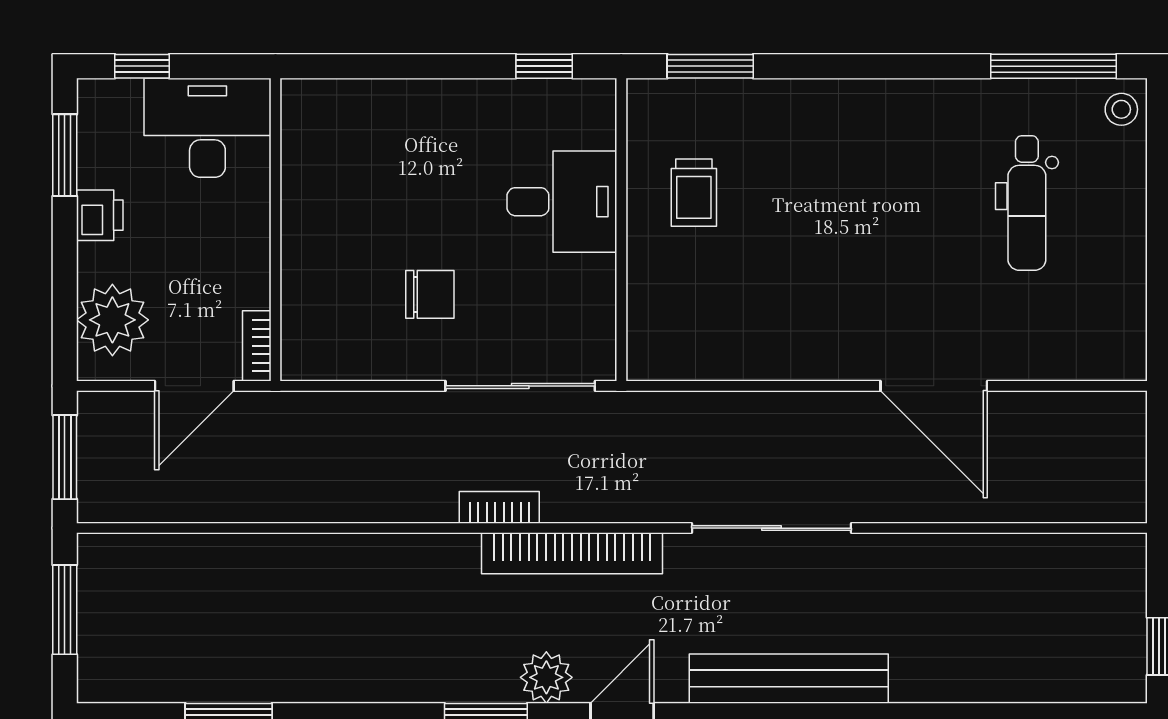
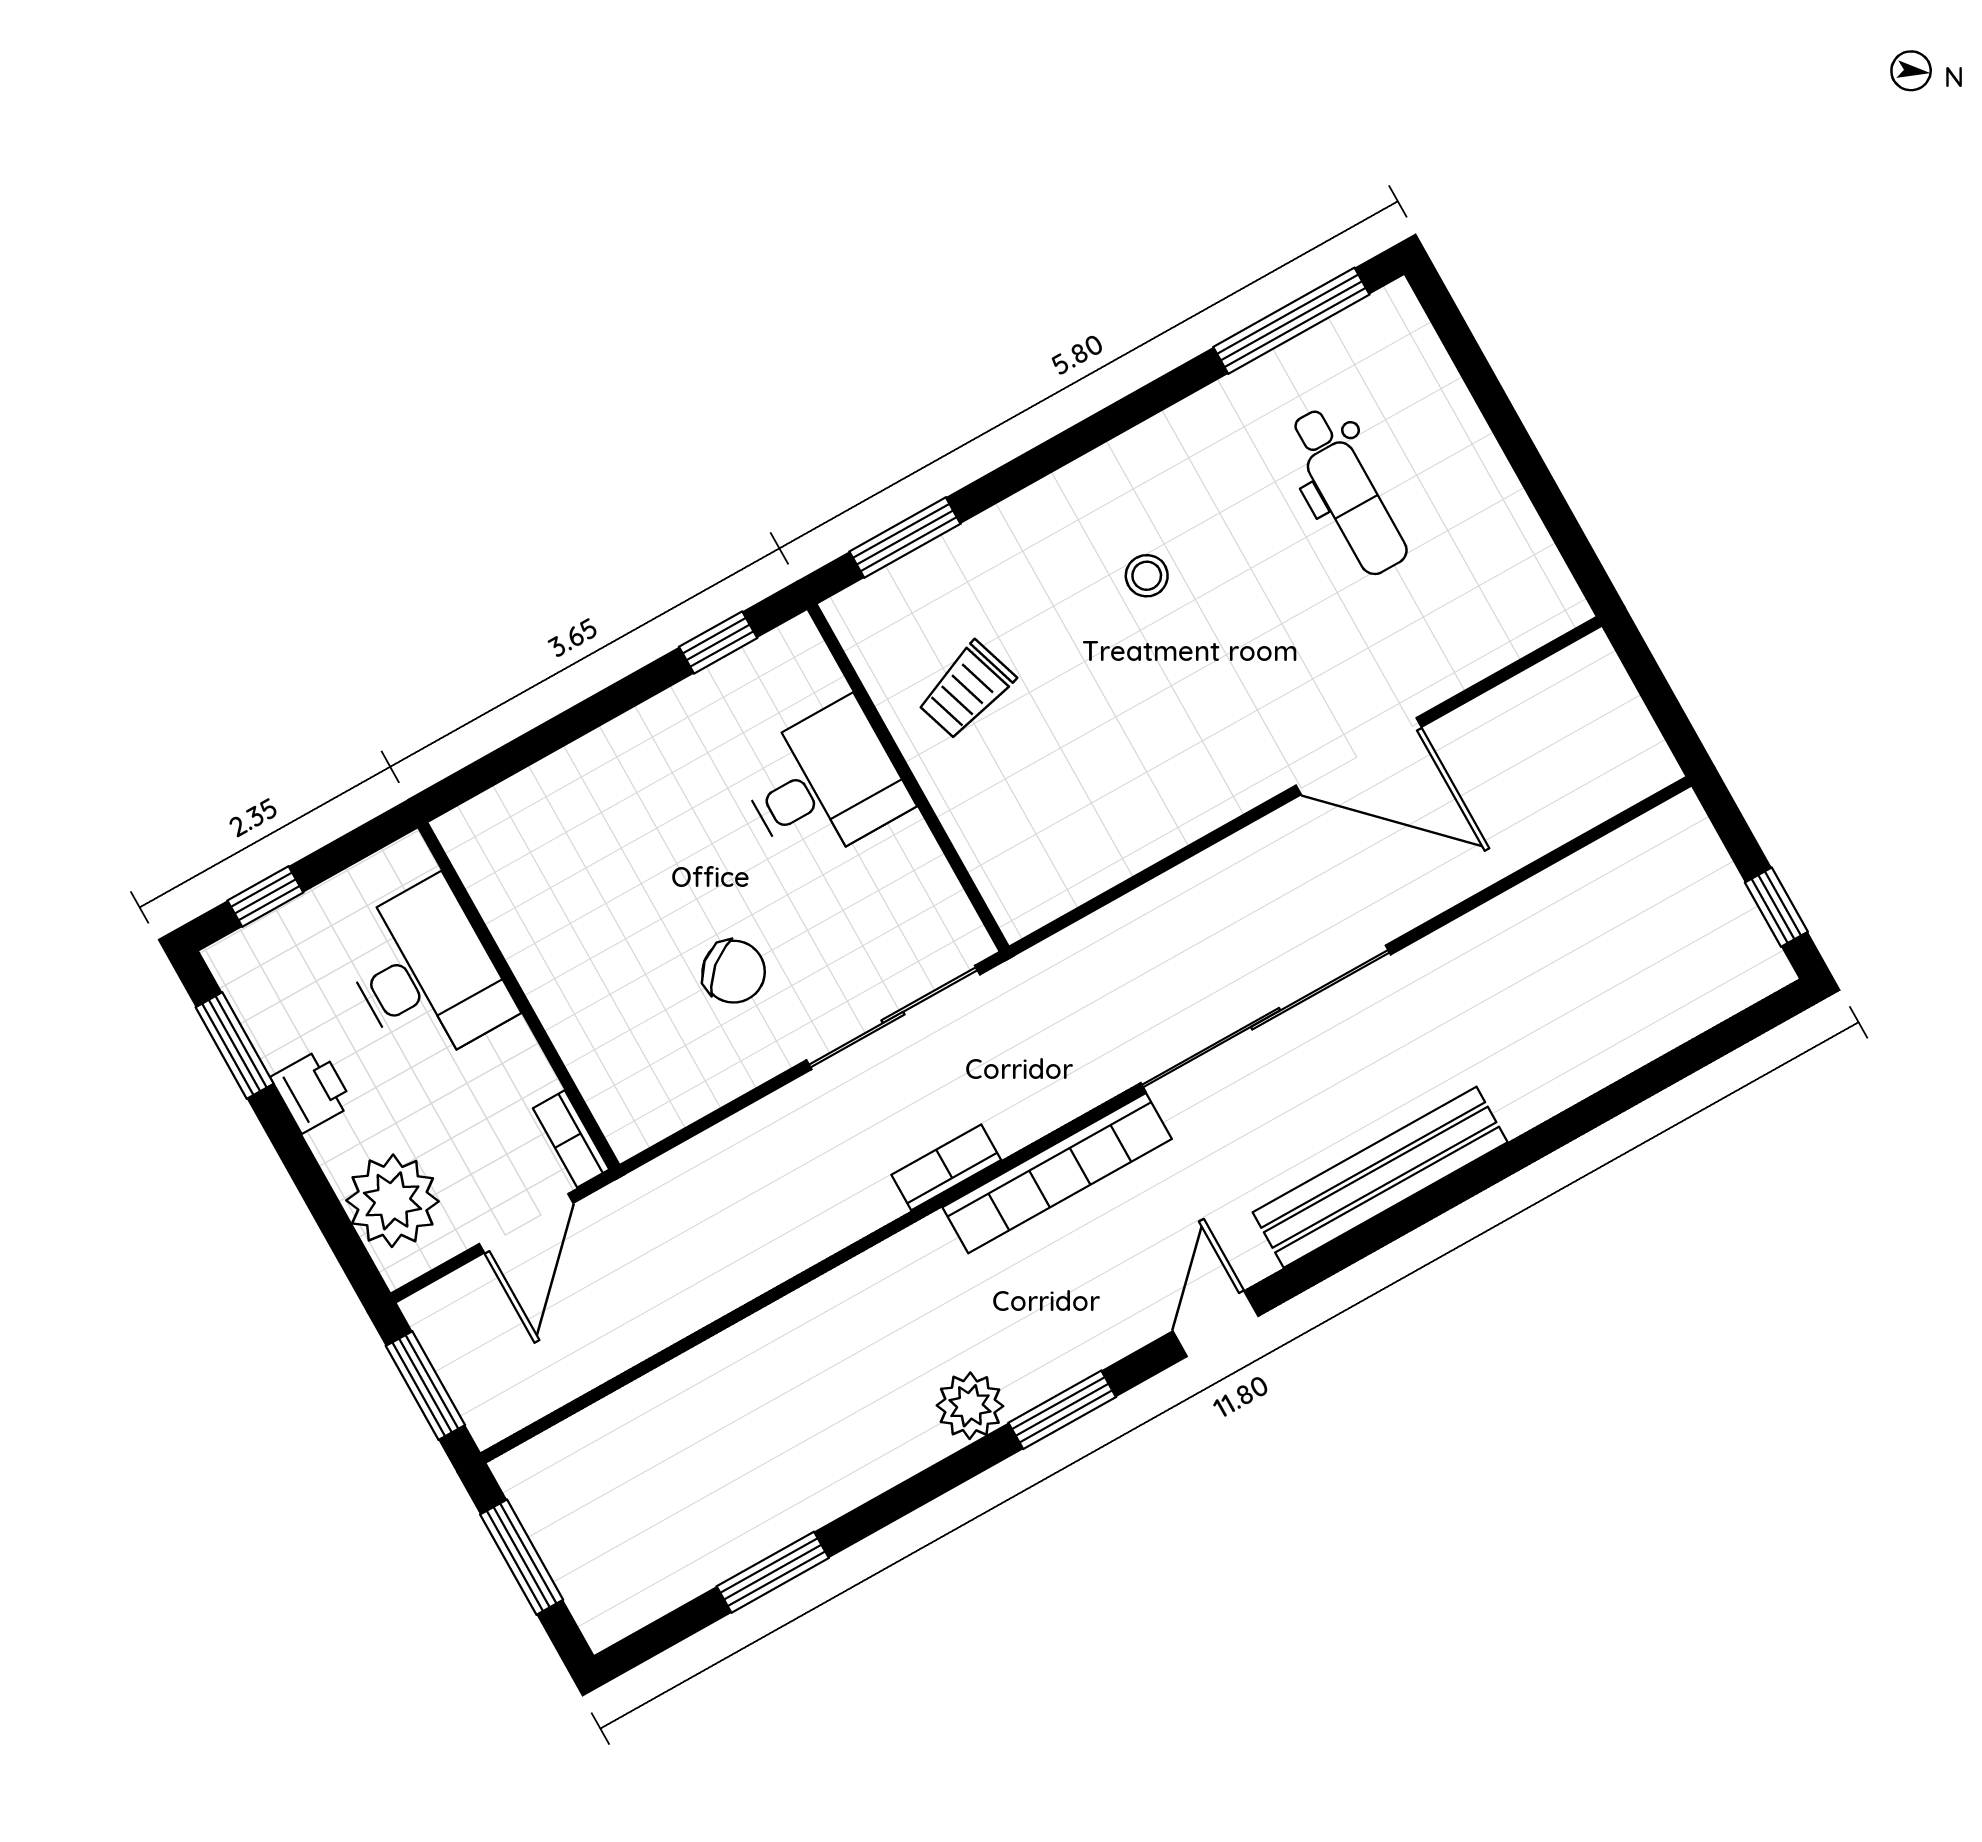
stool: (1121, 109) -> (1147, 576), moved
desk: (207, 128) -> (425, 973), moved, turned 90
trolley: (694, 193) -> (966, 690), turned 72
chair: (430, 294) -> (734, 972), turned 49
sliding door: (772, 528) -> (1266, 1019), width x1.36
plant: (546, 677) -> (970, 1406), moved

